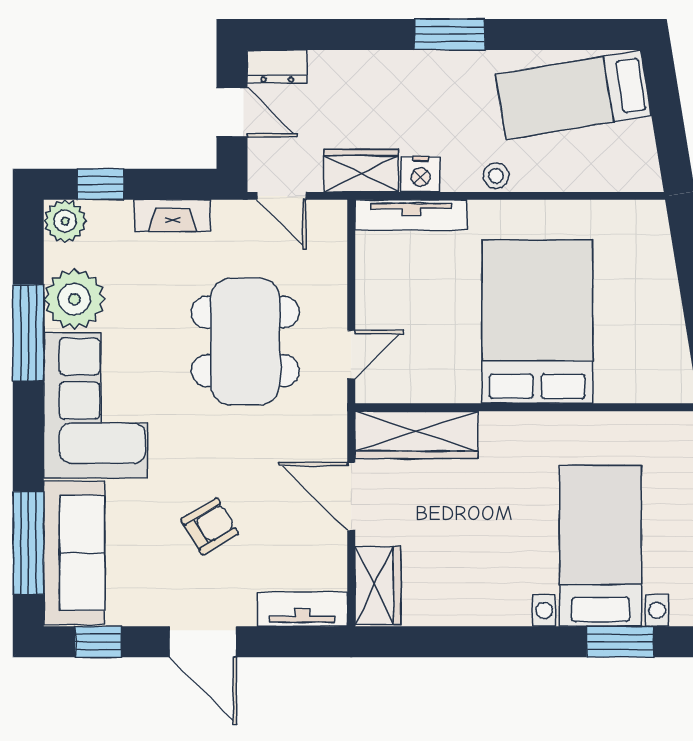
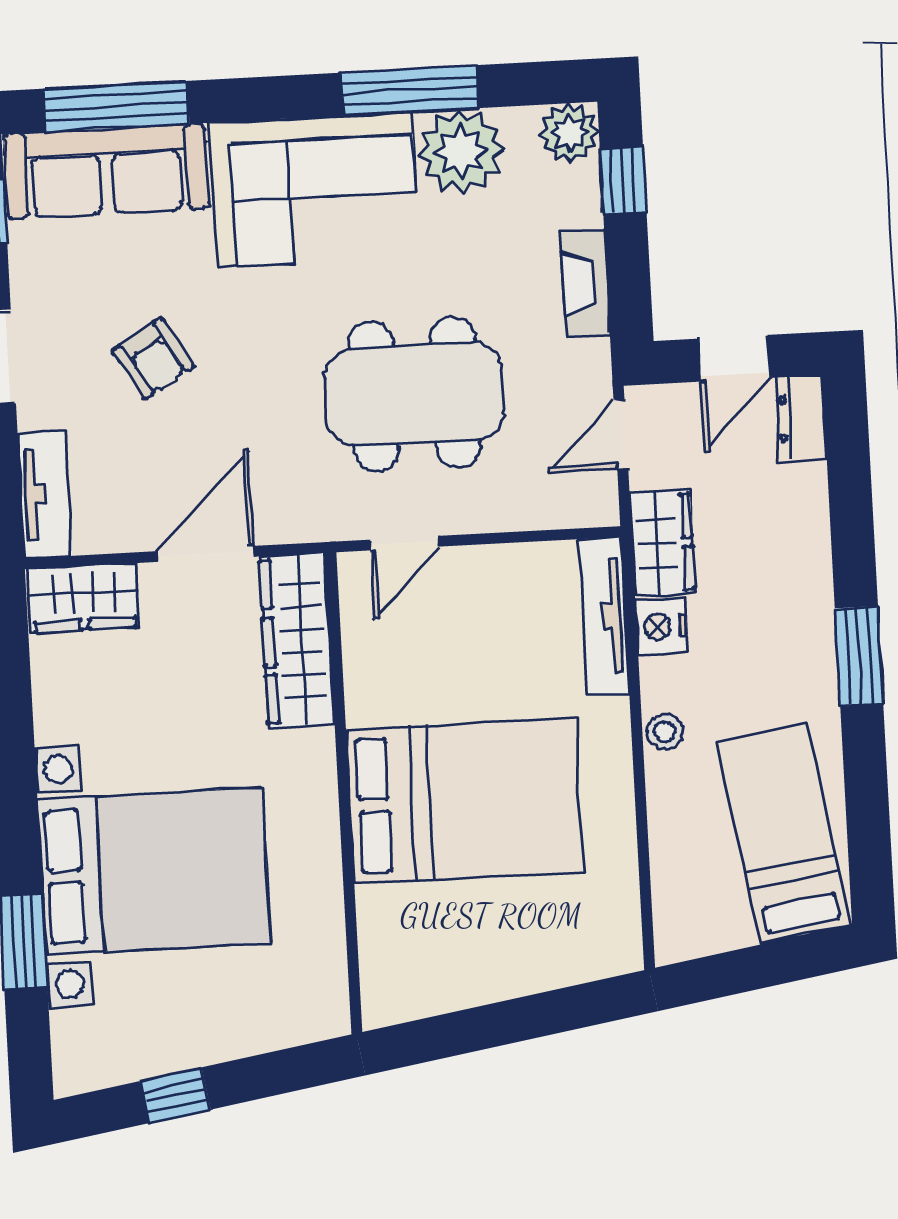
door: (351, 354) -> (404, 543), hinge flipped
bed with nightstands: (601, 546) -> (154, 872), width x1.36

